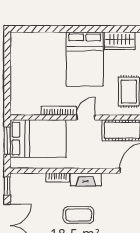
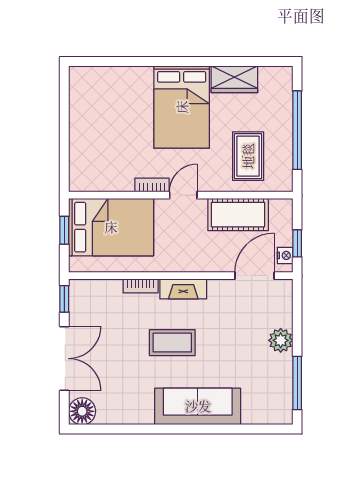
bookcase: (59, 111) -> (152, 185), width x0.64
window: (7, 141) -> (64, 230), width x0.67

